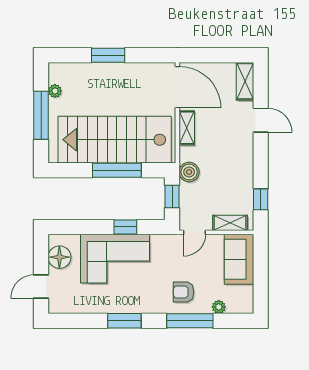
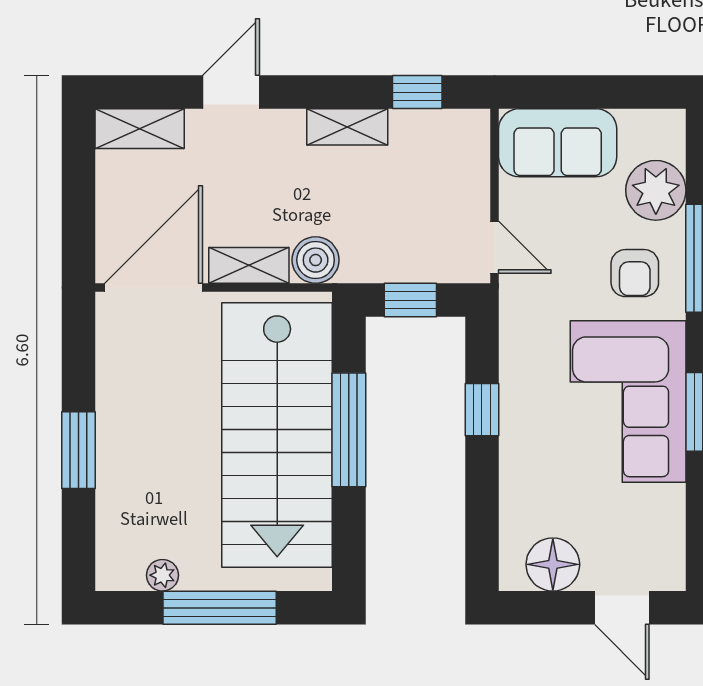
boiler: (189, 172) -> (316, 260), moved
shelving: (230, 223) -> (347, 127), moved, turned 90
corner sofa: (115, 259) -> (628, 402), moved, turned 180
plant: (219, 307) -> (656, 190), width x1.88, depth x1.88

